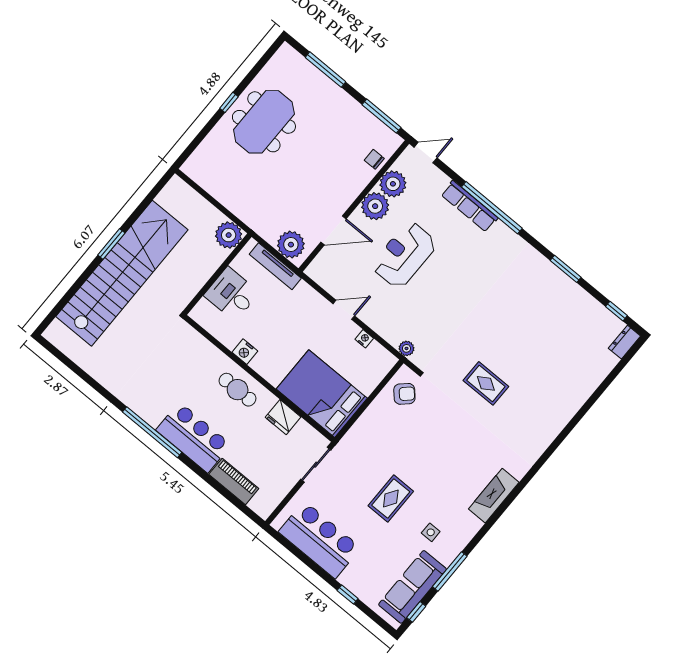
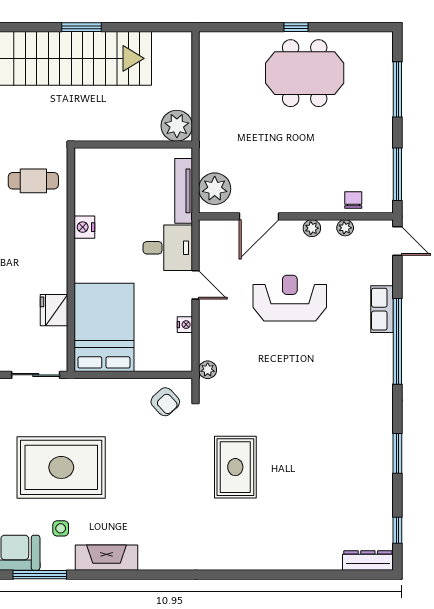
plant: (393, 184) -> (345, 228), width x0.53, depth x0.53
plant: (375, 206) -> (312, 228), width x0.53, depth x0.53
row of seats: (469, 206) -> (382, 309), width x0.68
door: (333, 230) -> (259, 216), hinge flipped
desk: (232, 294) -> (168, 248), moved, turned 90
dresser: (624, 342) -> (368, 561), width x1.44
rug: (486, 383) -> (235, 467), width x1.36, depth x1.43
cafe table: (238, 390) -> (33, 181), moved, turned 90
fireplace: (494, 496) -> (107, 558), moved
rug: (391, 499) -> (61, 467), width x1.86, depth x2.06

